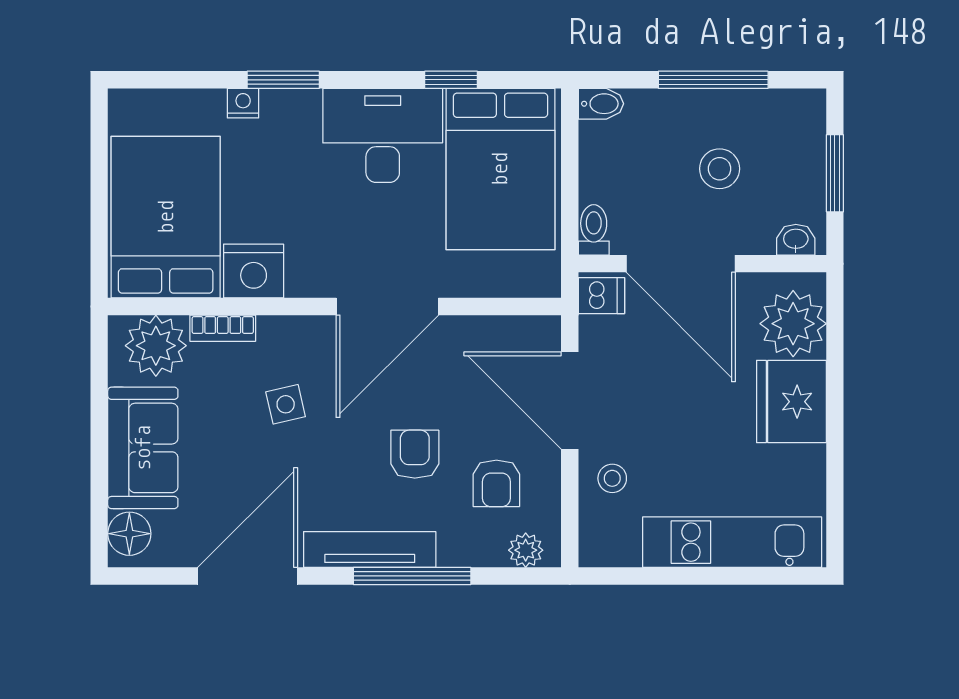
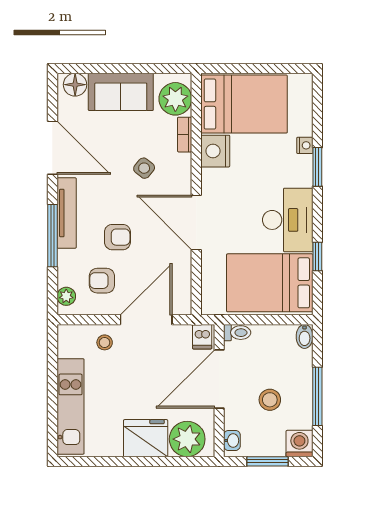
washing machine: (801, 113) -> (299, 443), added
side table: (286, 404) -> (144, 168), turned -38

